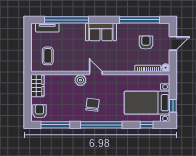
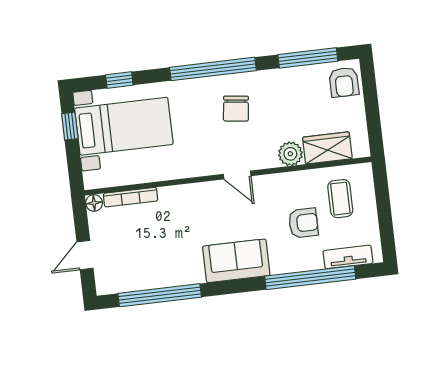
armchair: (146, 42) -> (303, 223), moved, turned -90
plant: (80, 80) -> (290, 154), moved
wardrobe: (37, 86) -> (327, 148), moved, turned 90

